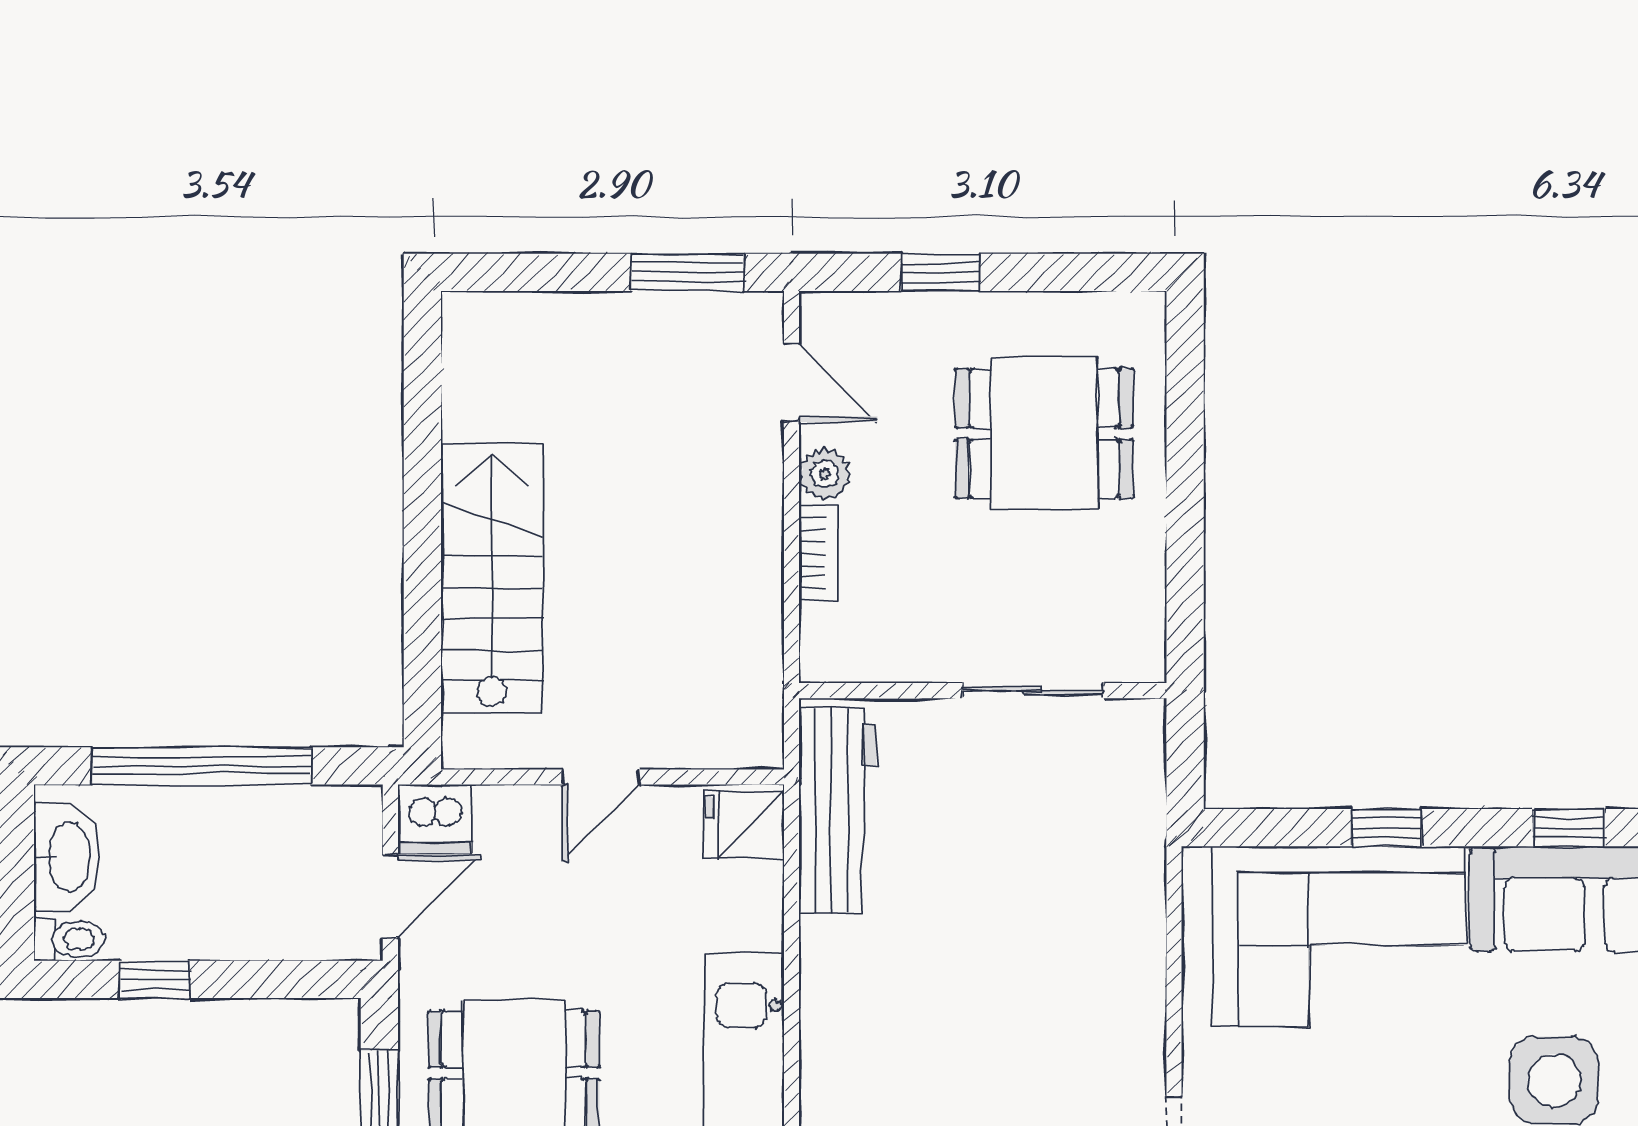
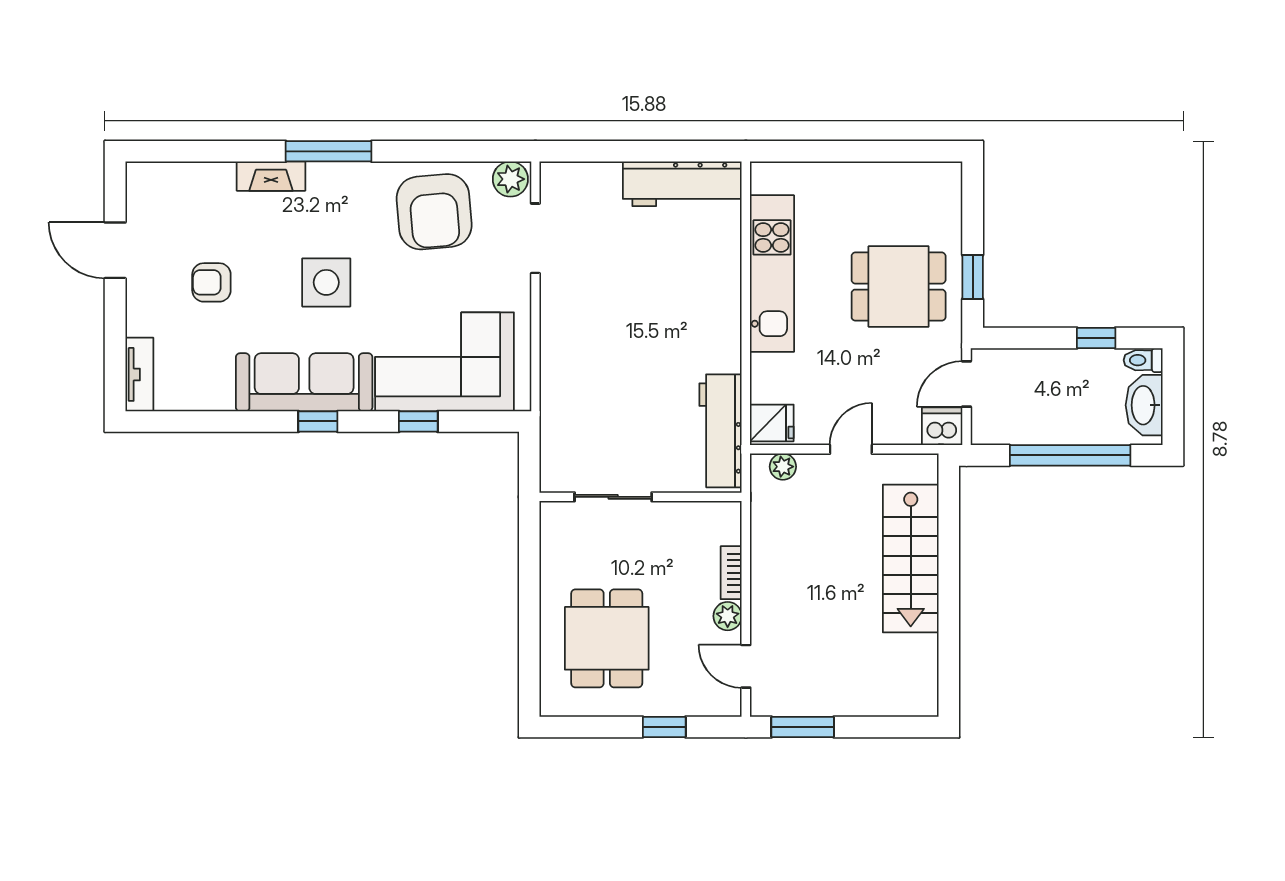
dining table: (1044, 433) -> (607, 638), turned 90
plant: (724, 746) -> (783, 467), added

